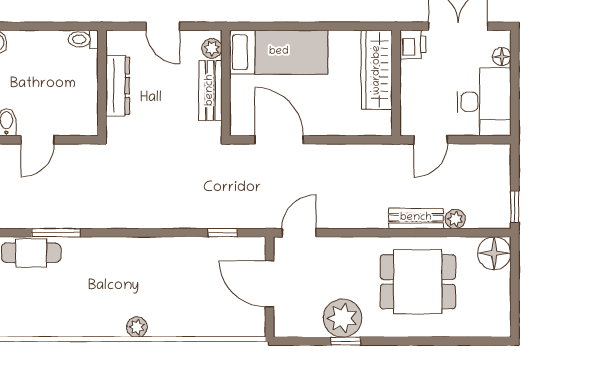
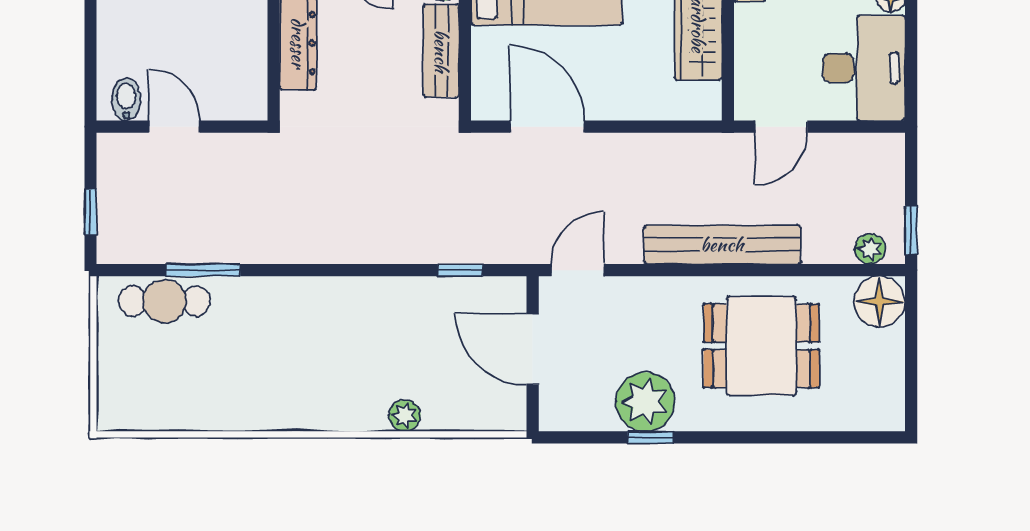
door: (38, 140) -> (174, 127), swing flipped
bench: (416, 218) -> (722, 245), width x1.86, depth x1.21
plant: (455, 219) -> (870, 249), moved
plant: (137, 327) -> (405, 416), moved

